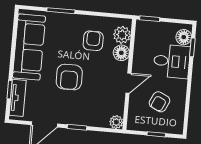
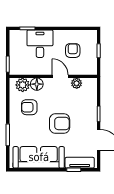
floor lamp: (184, 37) -> (20, 36), removed
armchair: (160, 102) -> (73, 51), turned -115
plant: (116, 122) -> (77, 83), moved

